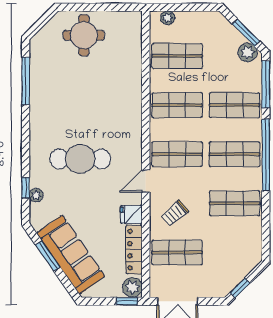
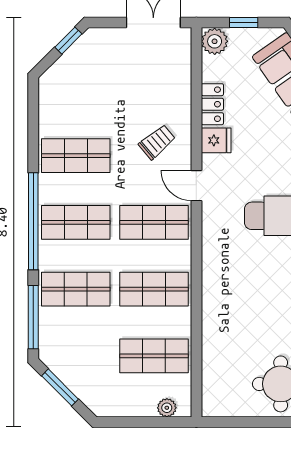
plant: (248, 52) -> (58, 361), removed
door: (146, 181) -> (196, 186), swing flipped
locker: (134, 250) -> (212, 104), width x0.66
shop shelf: (177, 252) -> (154, 89), removed
window: (127, 301) -> (244, 23), moved

